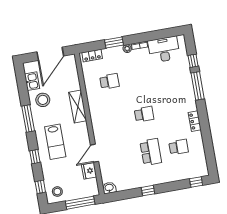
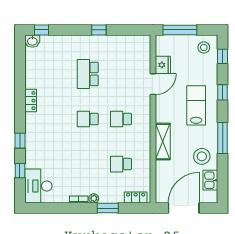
desk: (164, 49) -> (38, 186), moved, turned 90
window: (198, 86) -> (20, 141), width x0.46
school desk: (179, 147) -> (121, 119), moved
washbasin: (109, 188) -> (32, 41), moved

